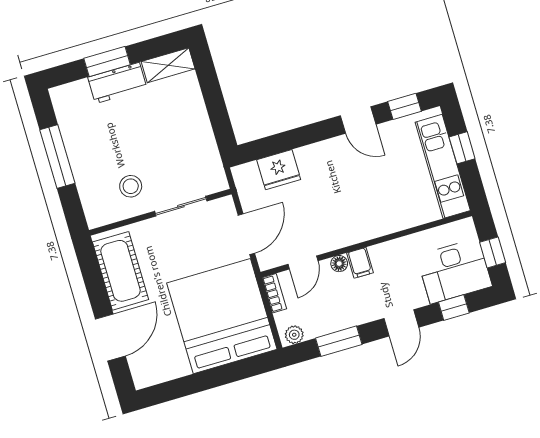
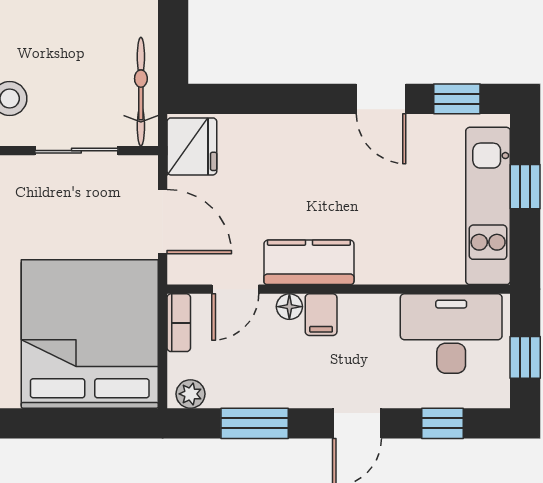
bicycle: (210, 159) -> (141, 92), added
fridge: (279, 170) -> (192, 146), moved, turned -90
kitchen counter: (343, 233) -> (309, 262), added
door: (246, 234) -> (163, 222), hinge flipped
desk: (454, 271) -> (451, 334), moved, turned 180

